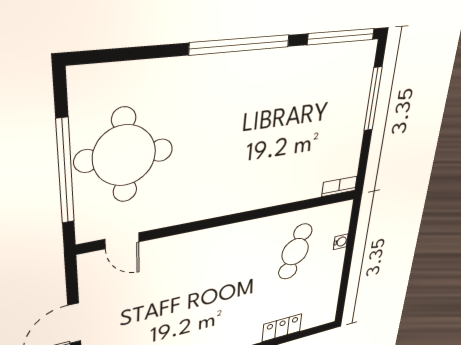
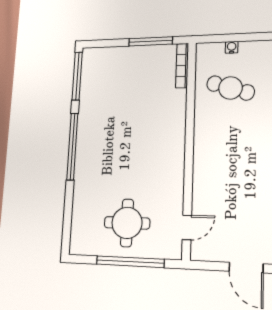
window: (373, 99) -> (151, 41), moved
round table: (124, 155) -> (127, 223), width x0.73, depth x0.73
bookcase: (339, 186) -> (182, 66), width x1.56

